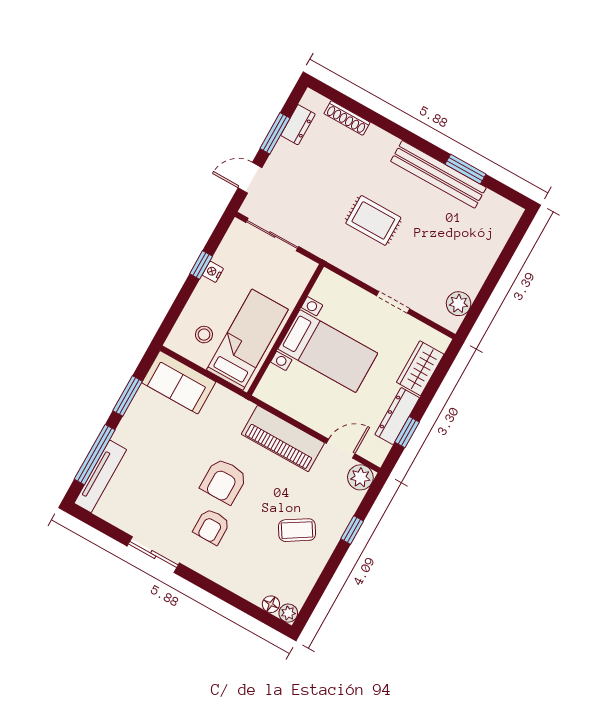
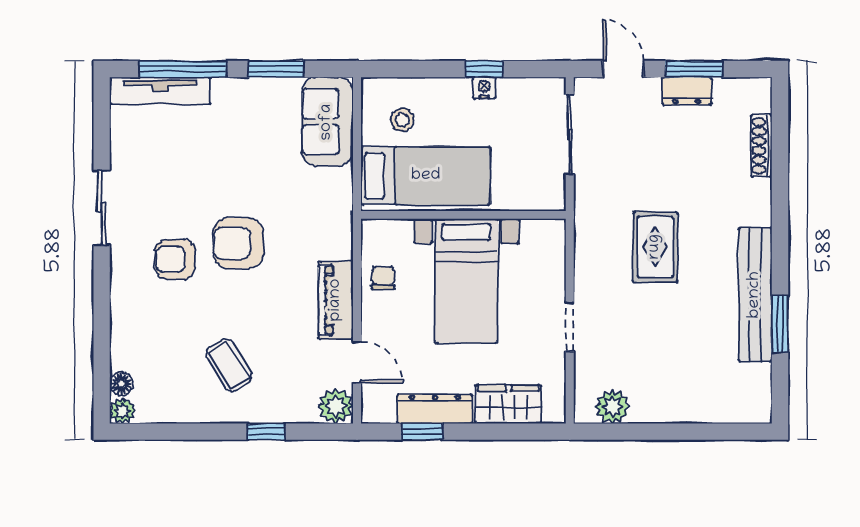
dresser: (298, 125) -> (687, 91), moved
chair: (297, 402) -> (383, 278), added
piano: (283, 439) -> (336, 300), width x0.73, depth x0.75

